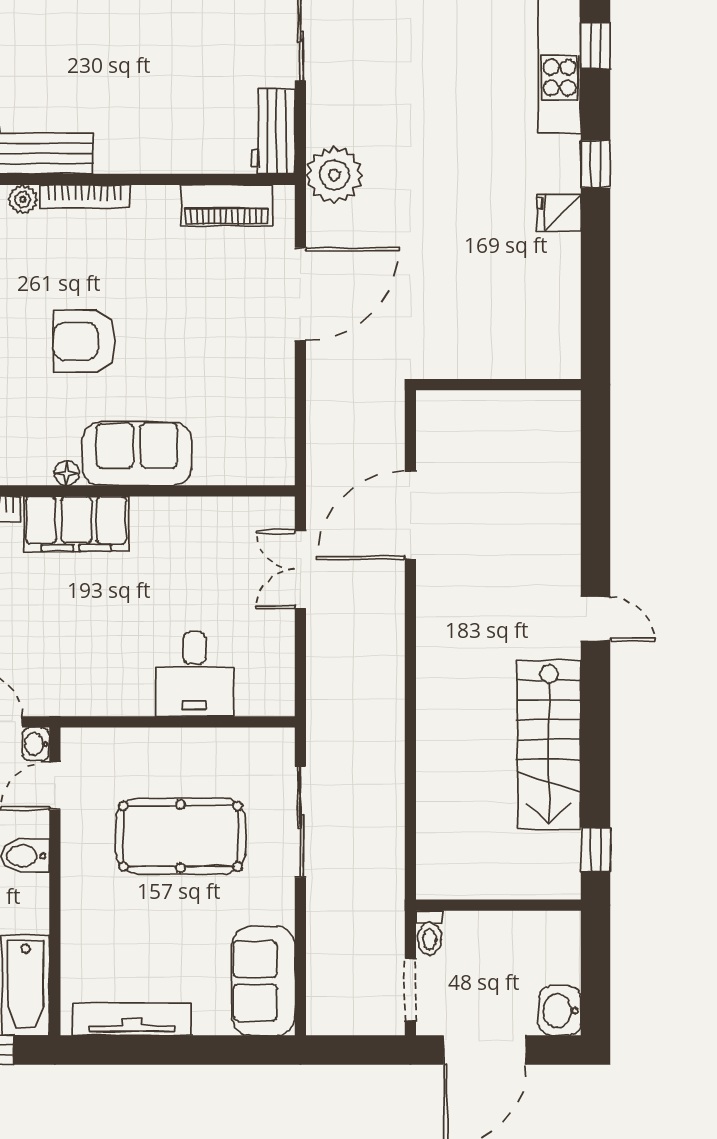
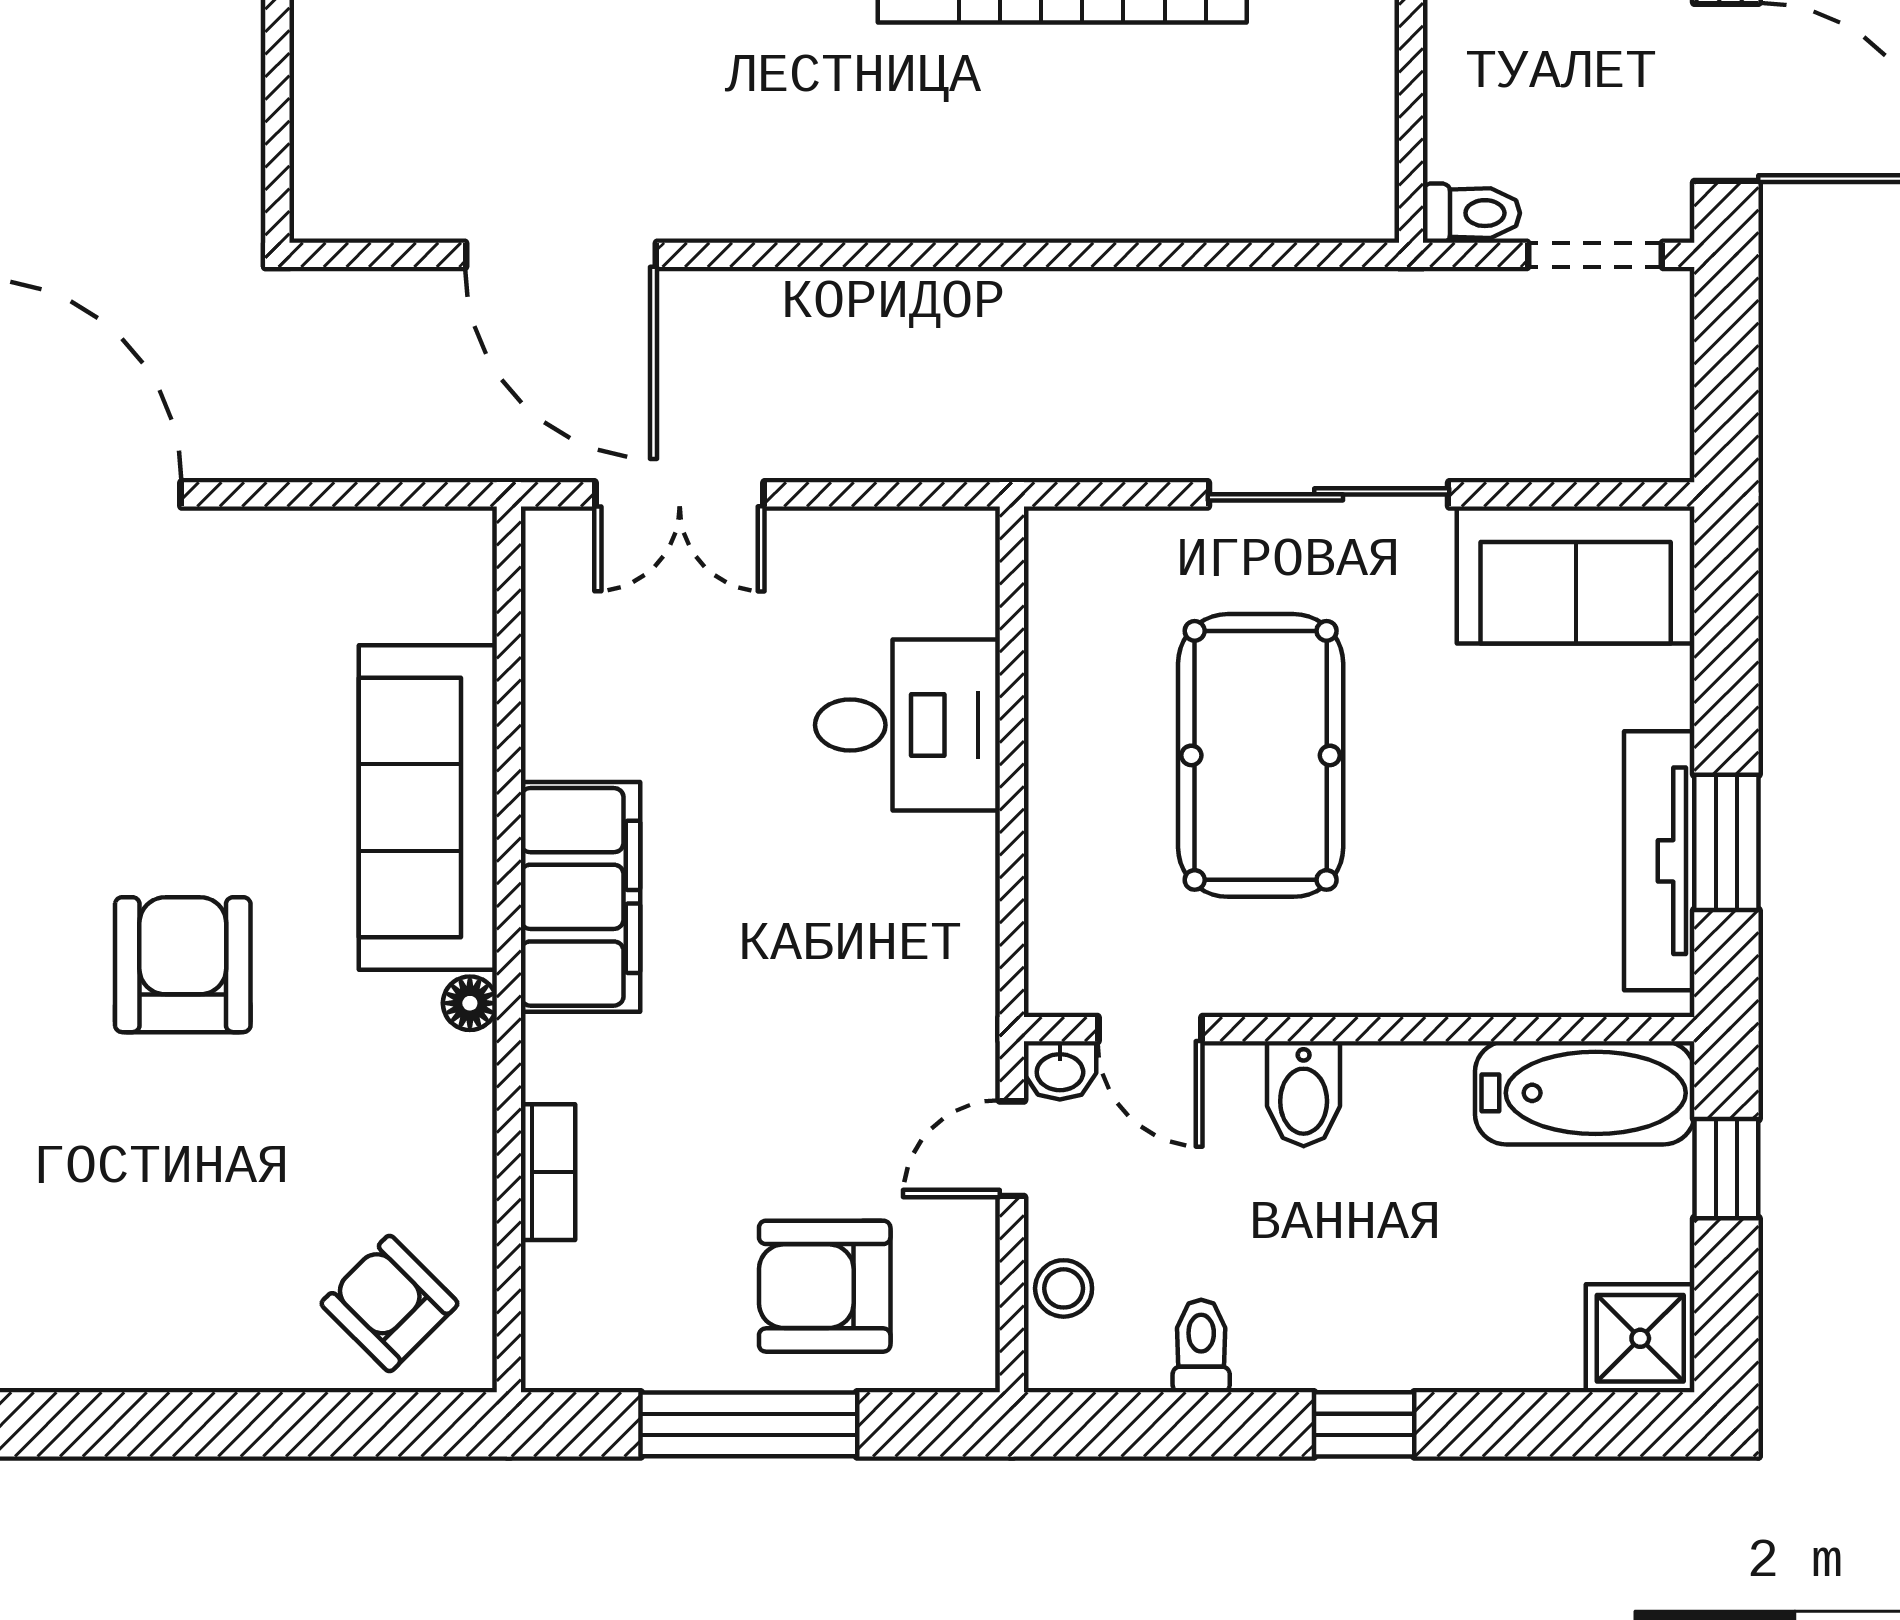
armchair: (84, 341) -> (183, 965), turned 180
sofa: (137, 454) -> (428, 807), width x1.36
filing cabinet: (76, 524) -> (580, 897), moved
sliding door: (300, 822) -> (1329, 494), moved
window: (141, 1050) -> (1726, 842), added

